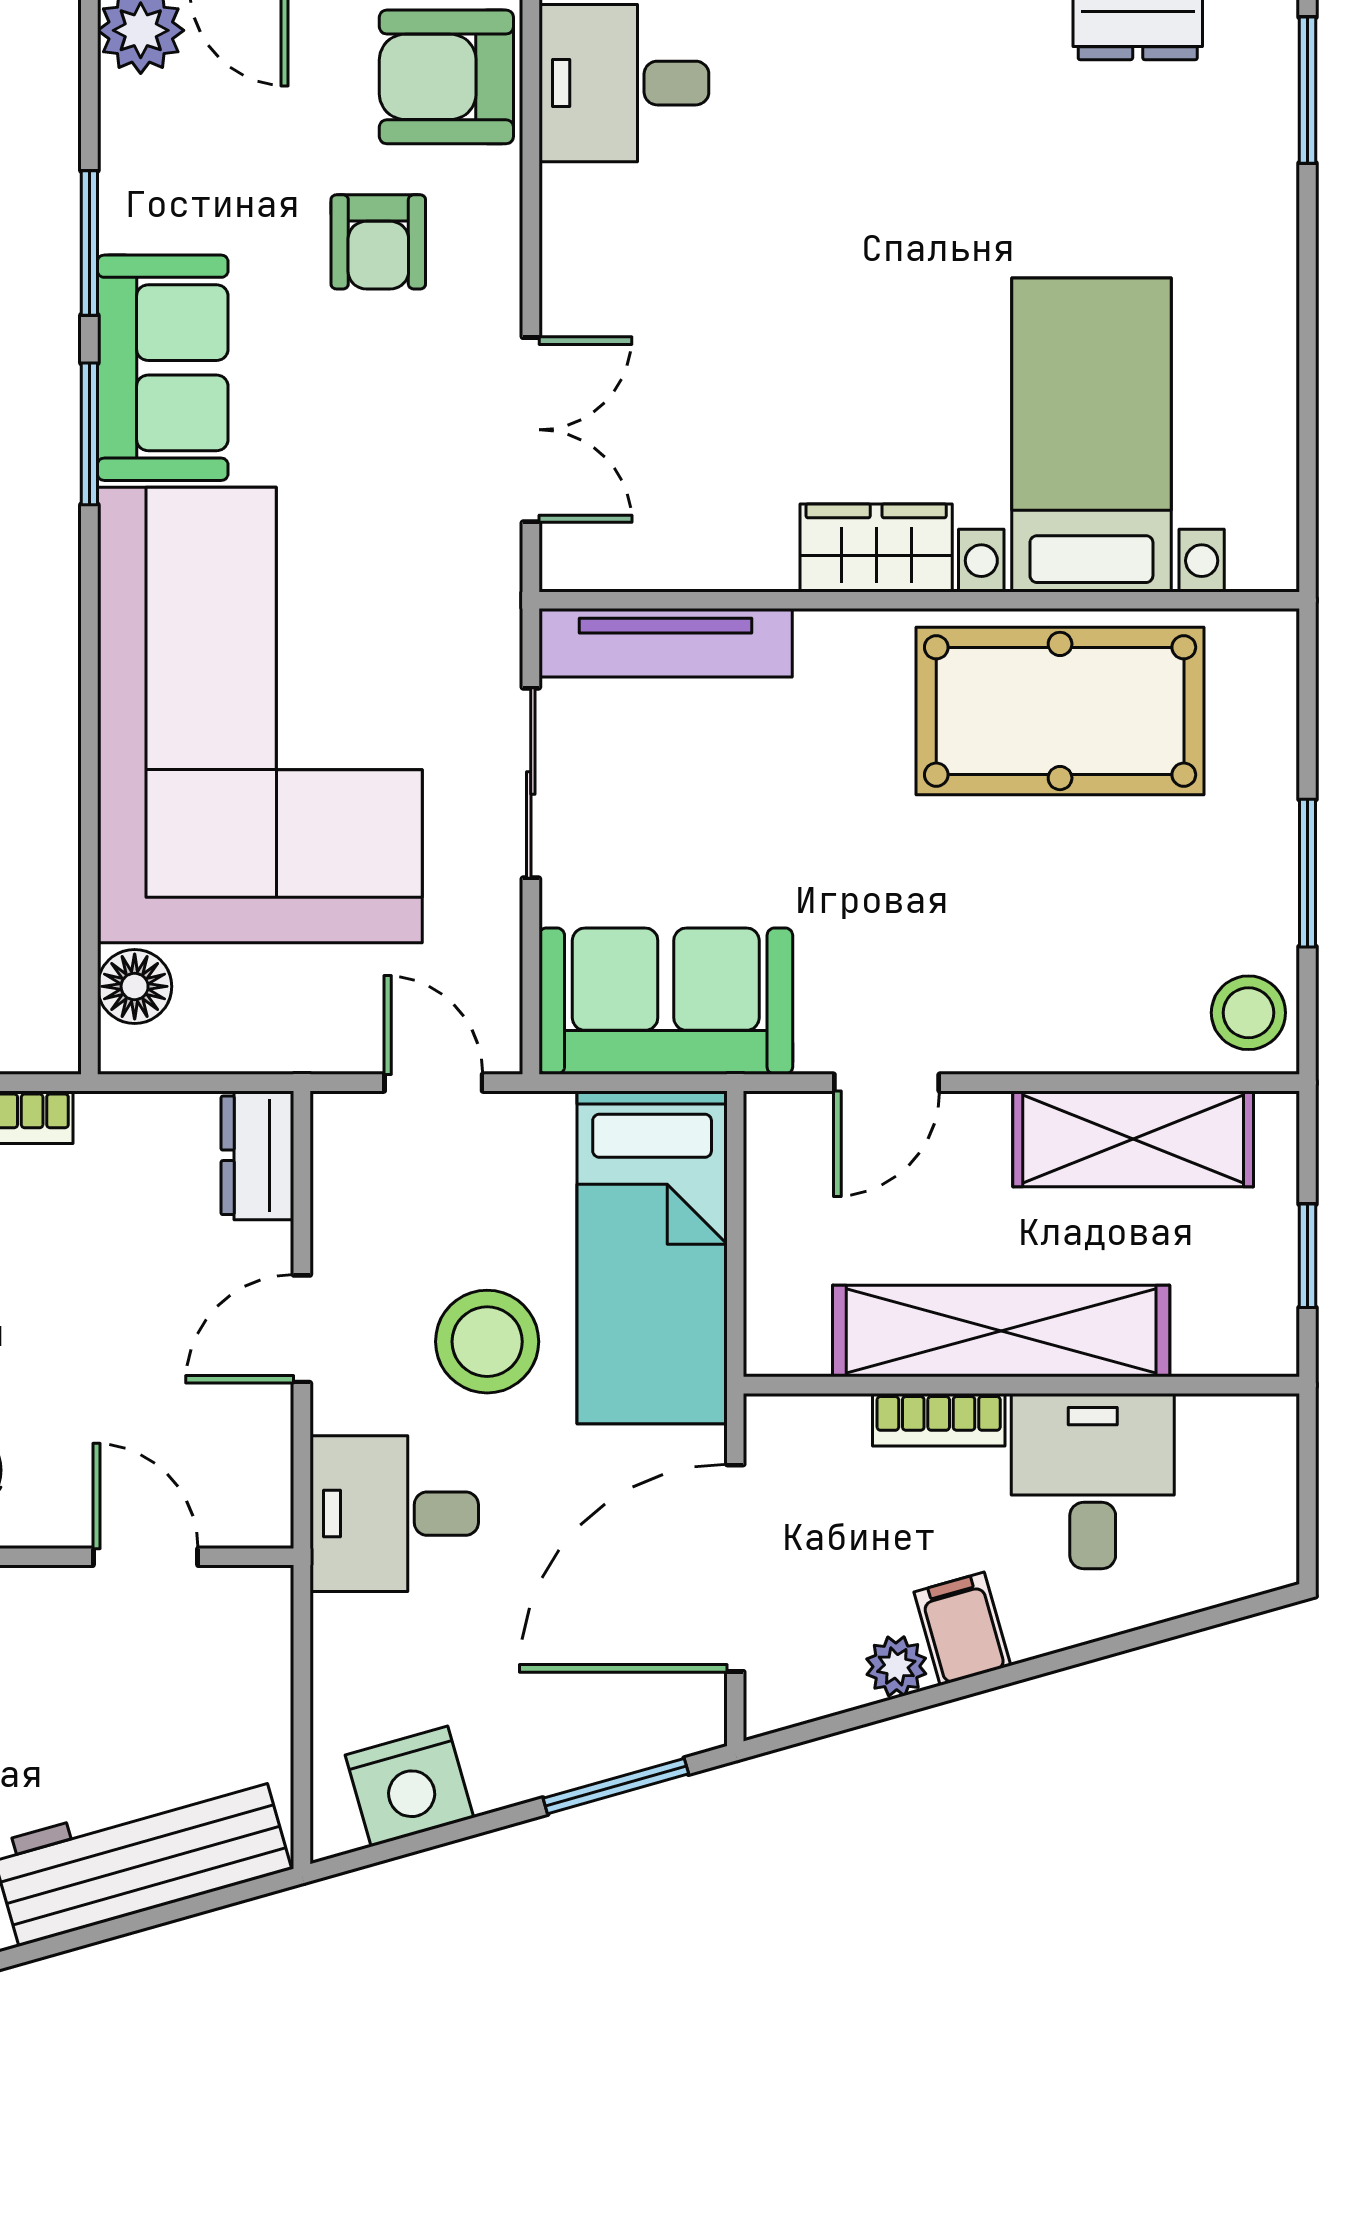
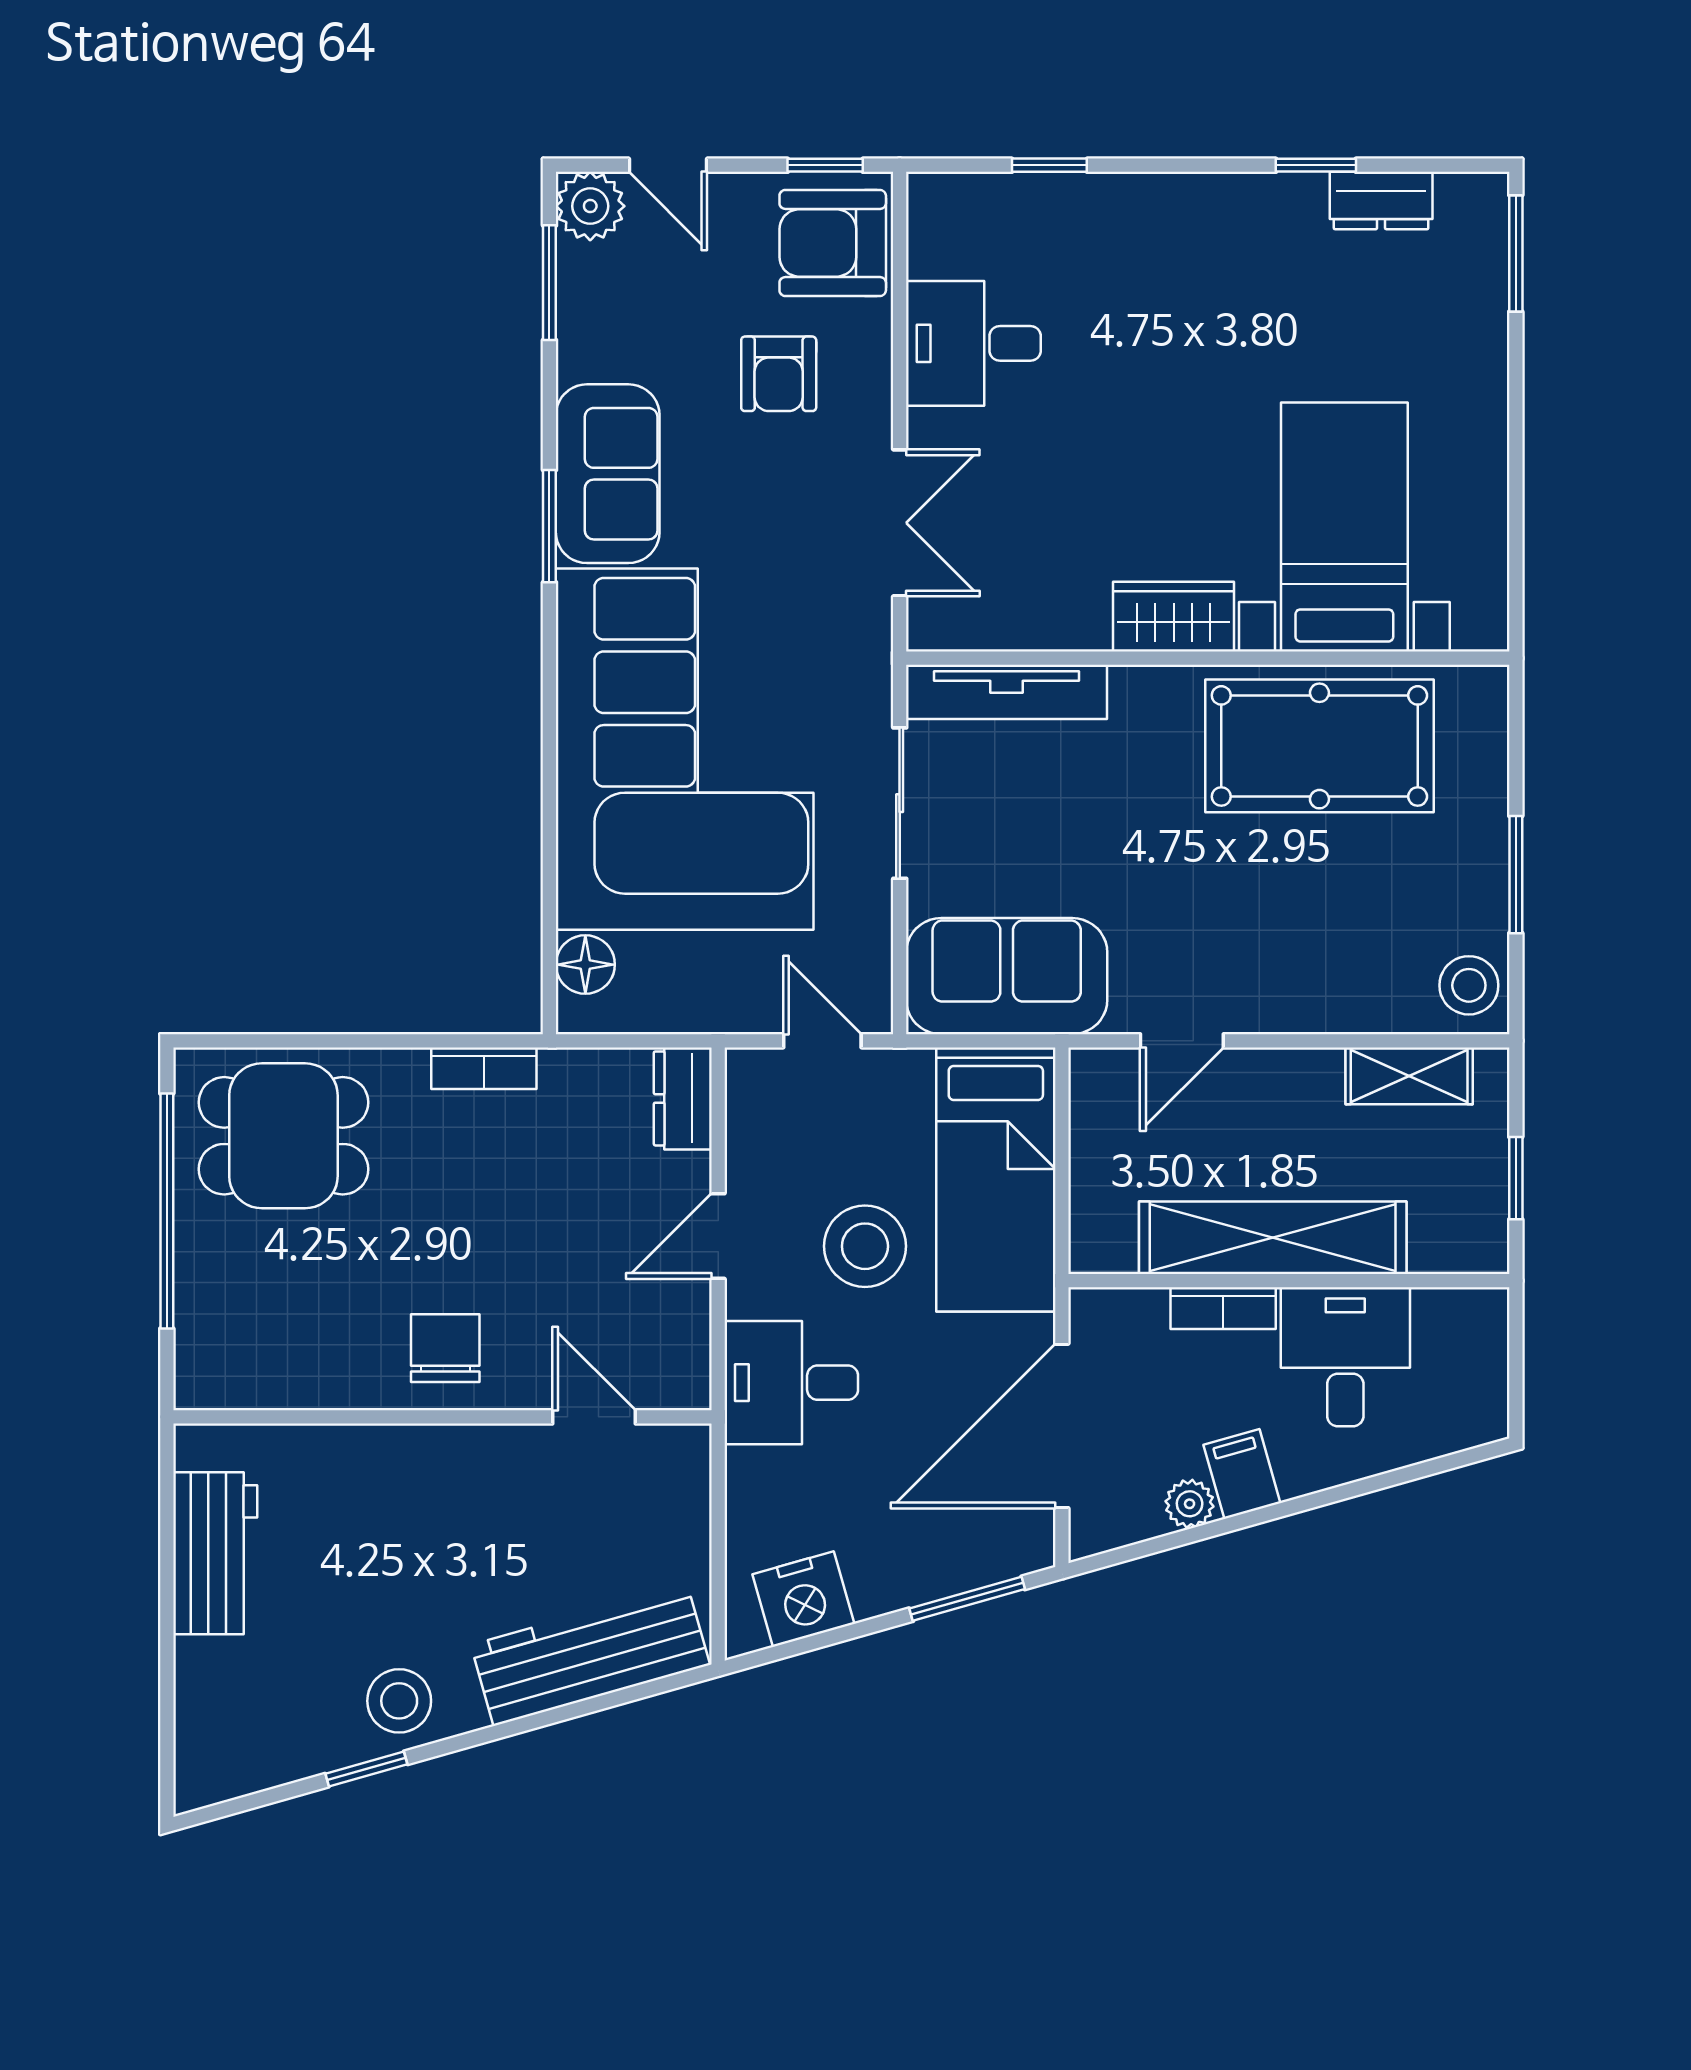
desk: (624, 83) -> (973, 343), moved
window: (89, 243) -> (549, 283), moved
shelving: (1133, 1139) -> (1409, 1076), width x0.67, depth x0.75

